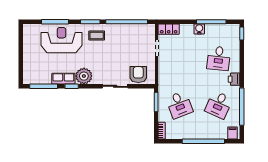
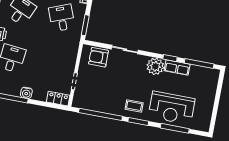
armchair: (138, 75) -> (99, 57), turned 90

